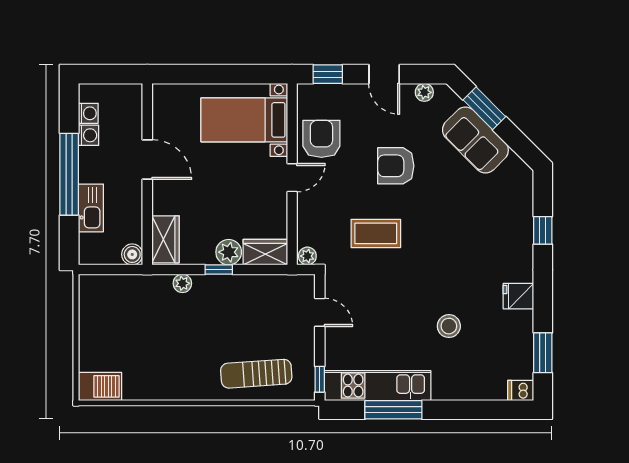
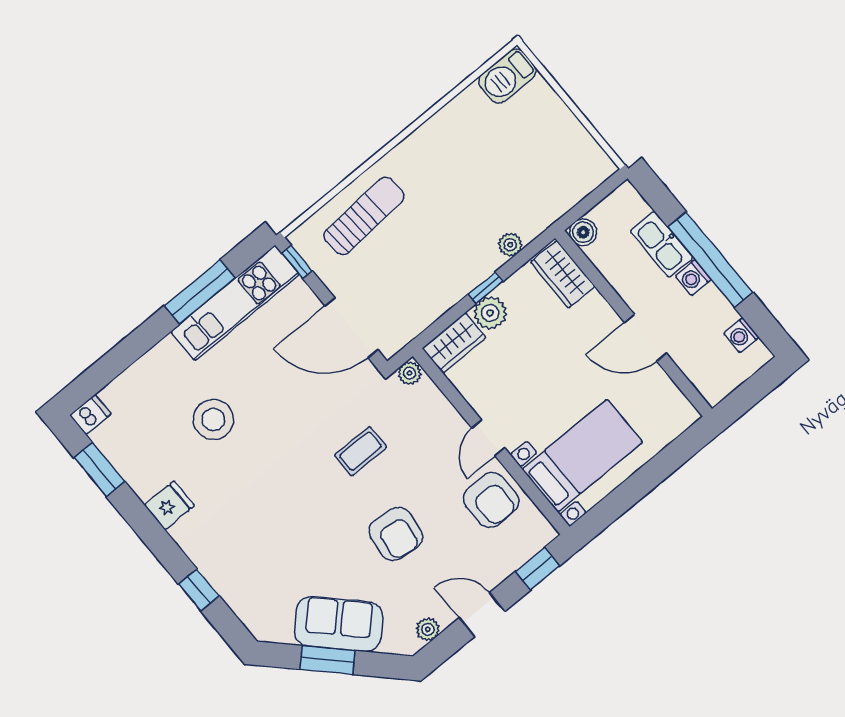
window: (484, 108) -> (327, 660), moved
washing machine: (89, 135) -> (693, 278), moved
armchair: (396, 166) -> (396, 534), turned 97
coffee table: (376, 233) -> (361, 451), width x0.73, depth x0.77
door: (320, 312) -> (351, 328), width x1.88
stool: (449, 326) -> (213, 419), width x1.38, depth x1.38

